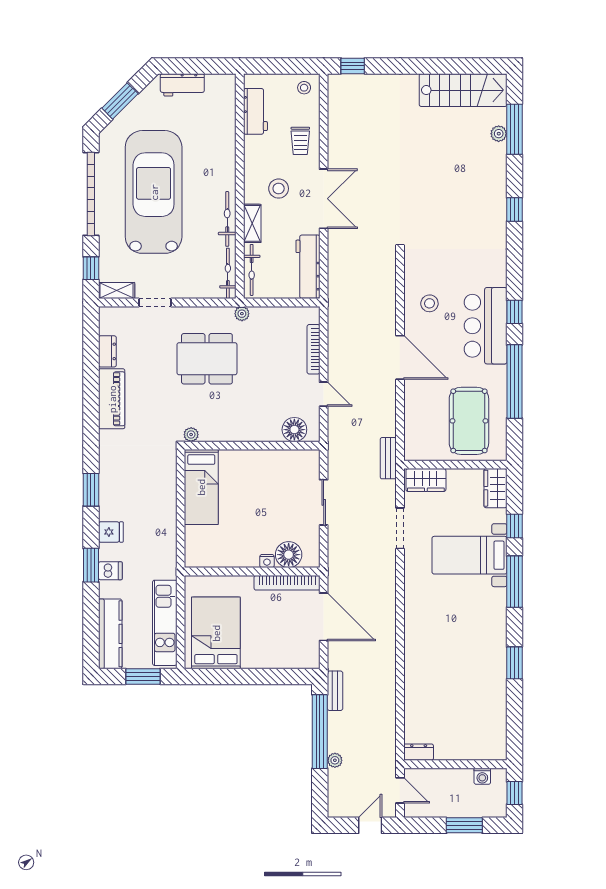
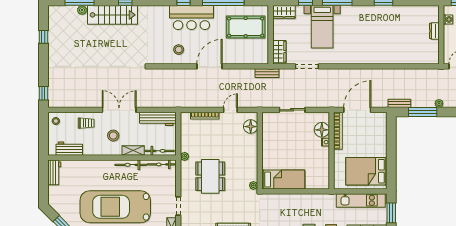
window: (452, 66) -> (43, 37), added
workbench: (182, 85) -> (54, 172), moved
stairs: (463, 90) -> (112, 15), moved, turned 90
window: (320, 732) -> (423, 112), width x0.68
dresser: (419, 752) -> (434, 31), moved

